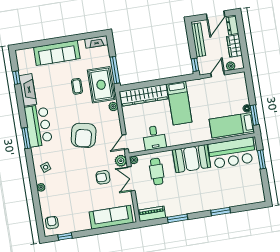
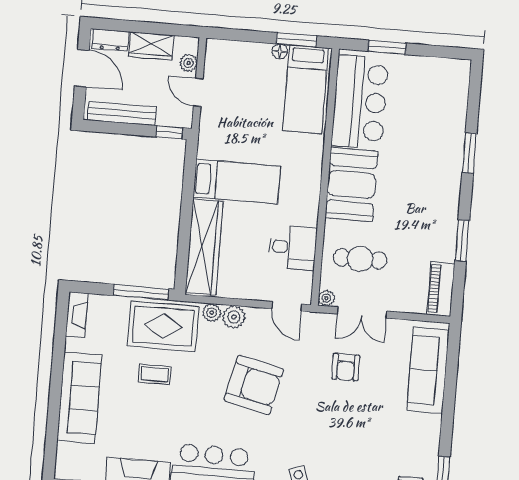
plant: (121, 161) -> (234, 317), moved

